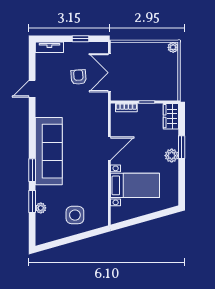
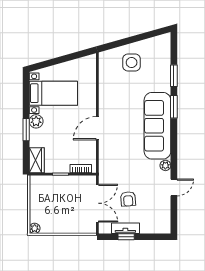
tv unit: (49, 47) -> (125, 228), moved
bed with nightstands: (135, 185) -> (53, 93), moved, turned 180
plant: (41, 208) -> (165, 165), moved

